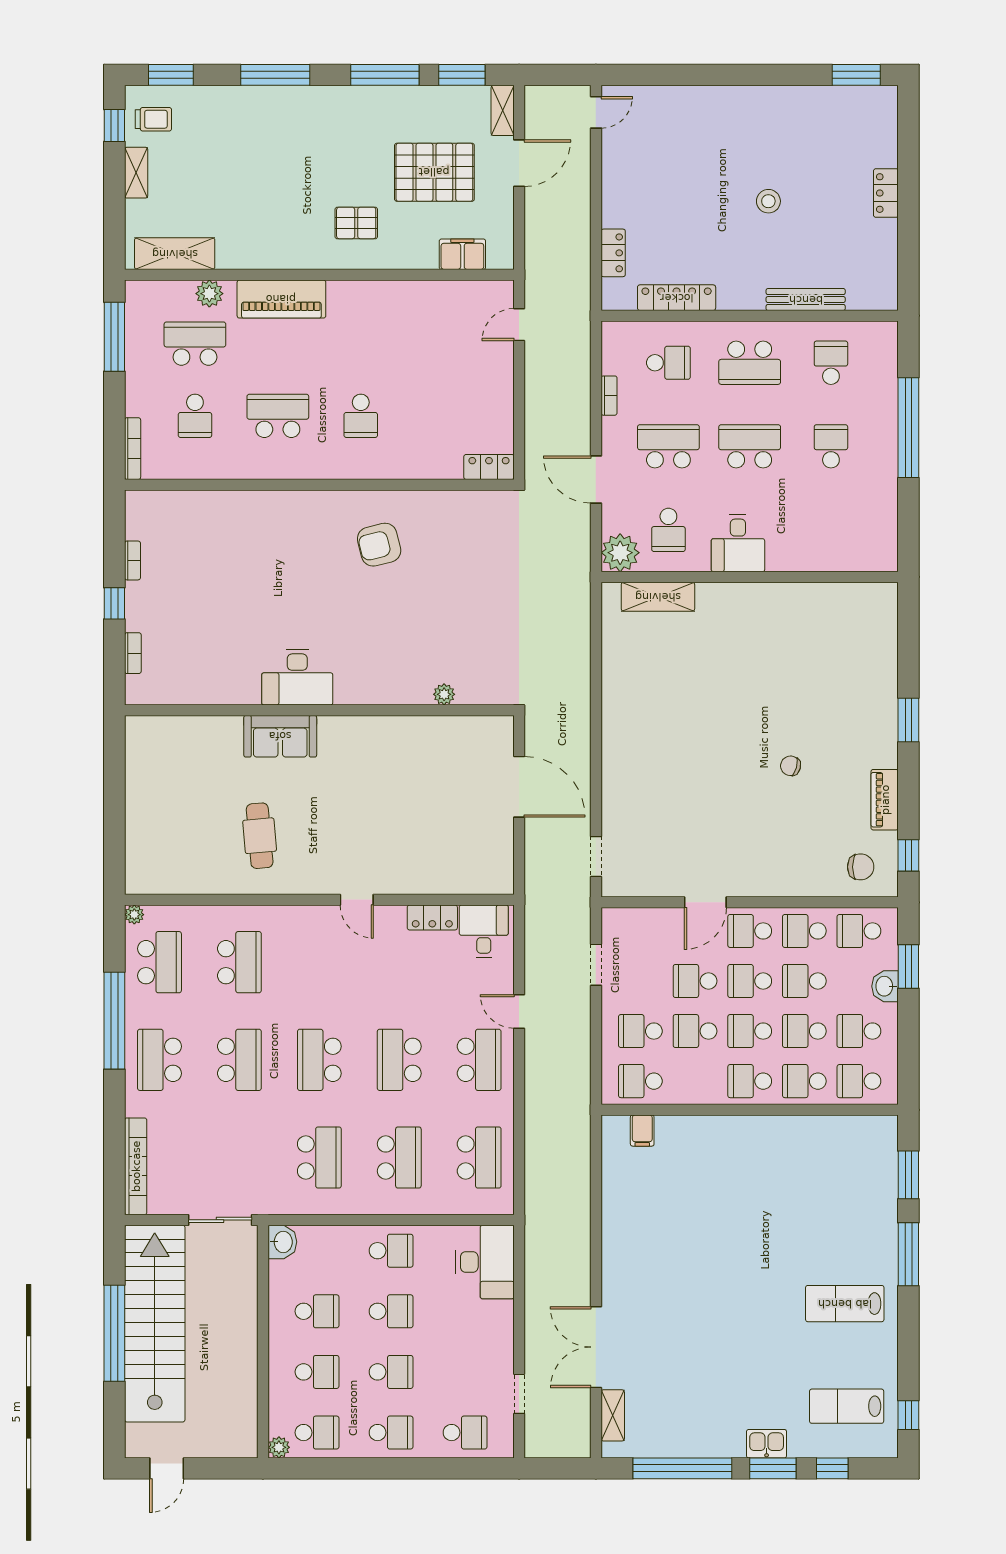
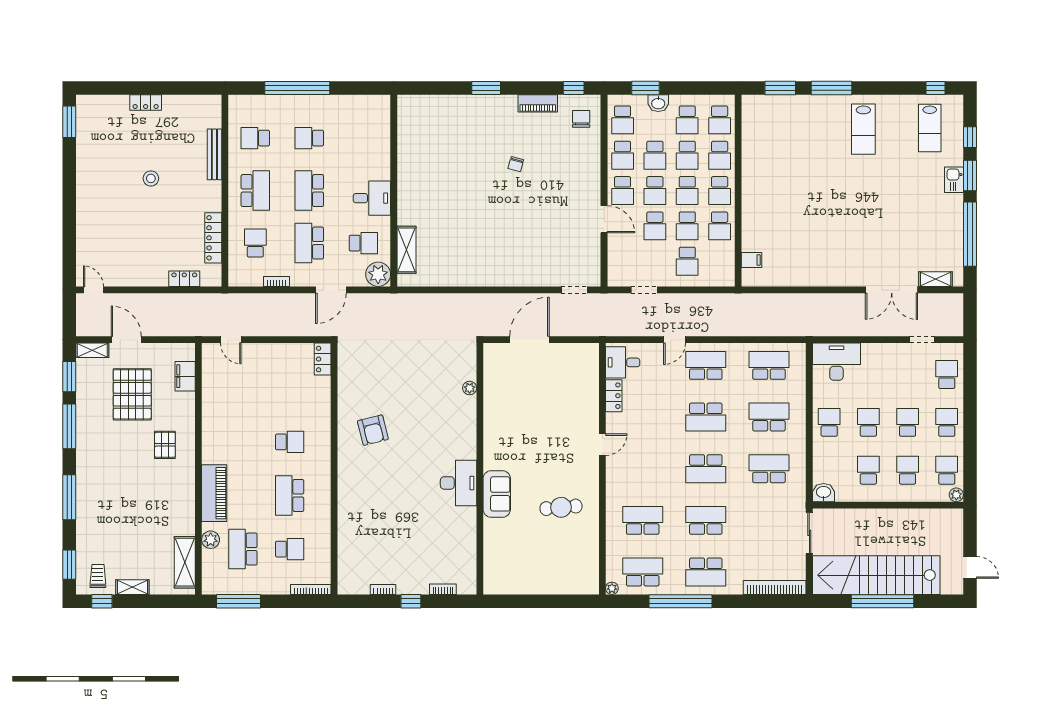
school desk: (640, 1081) -> (720, 226), moved

